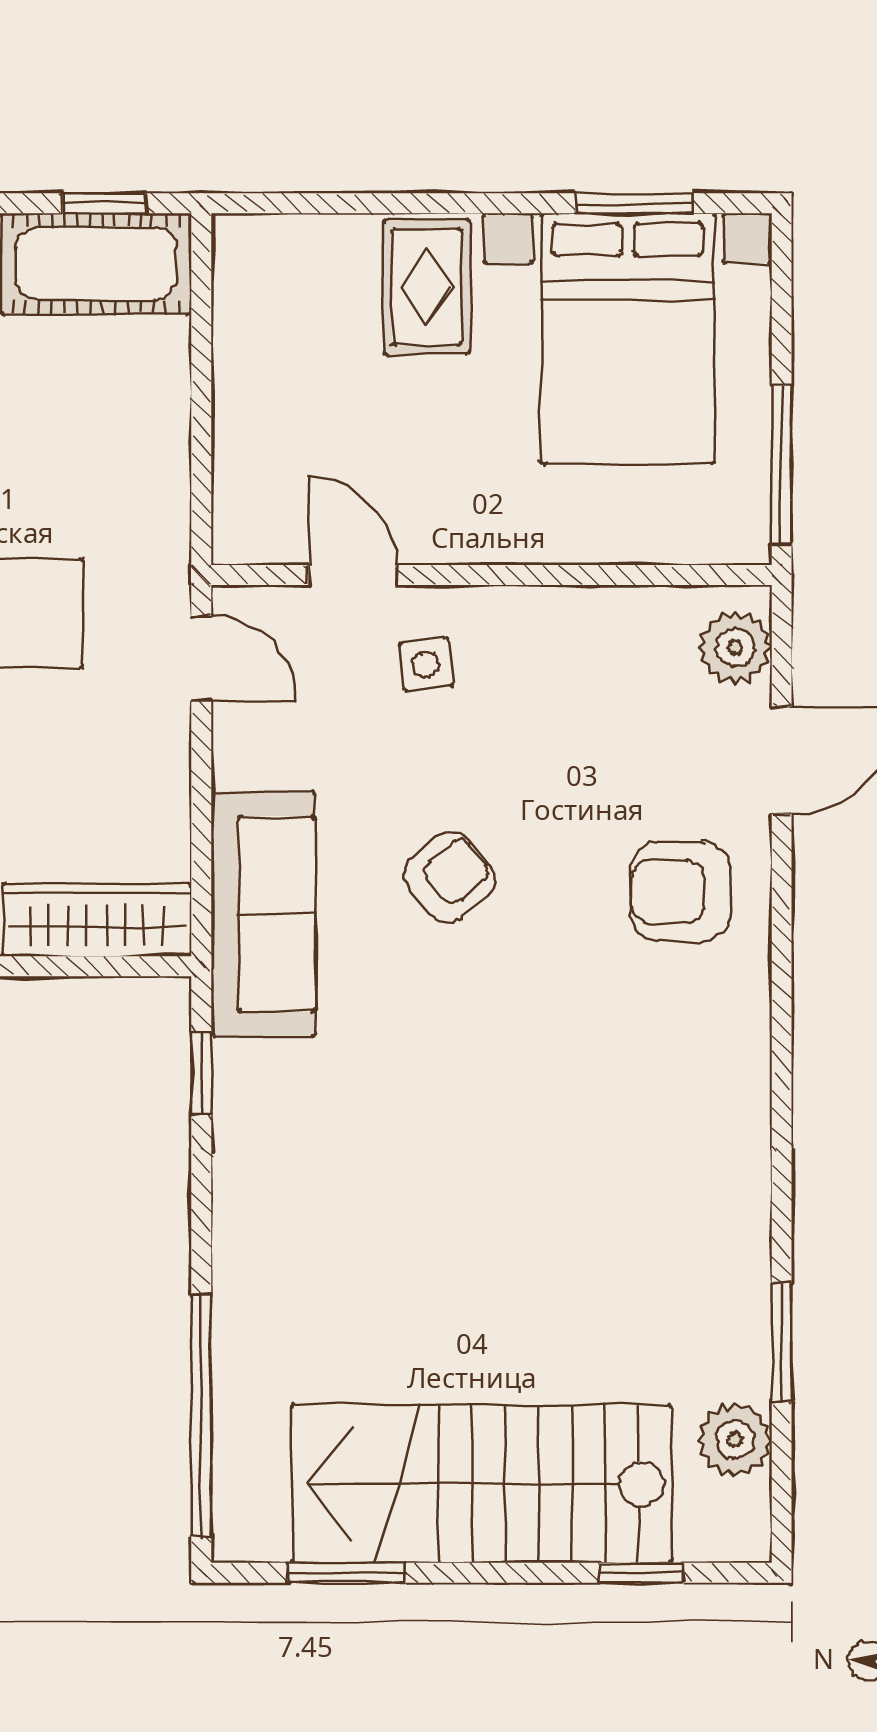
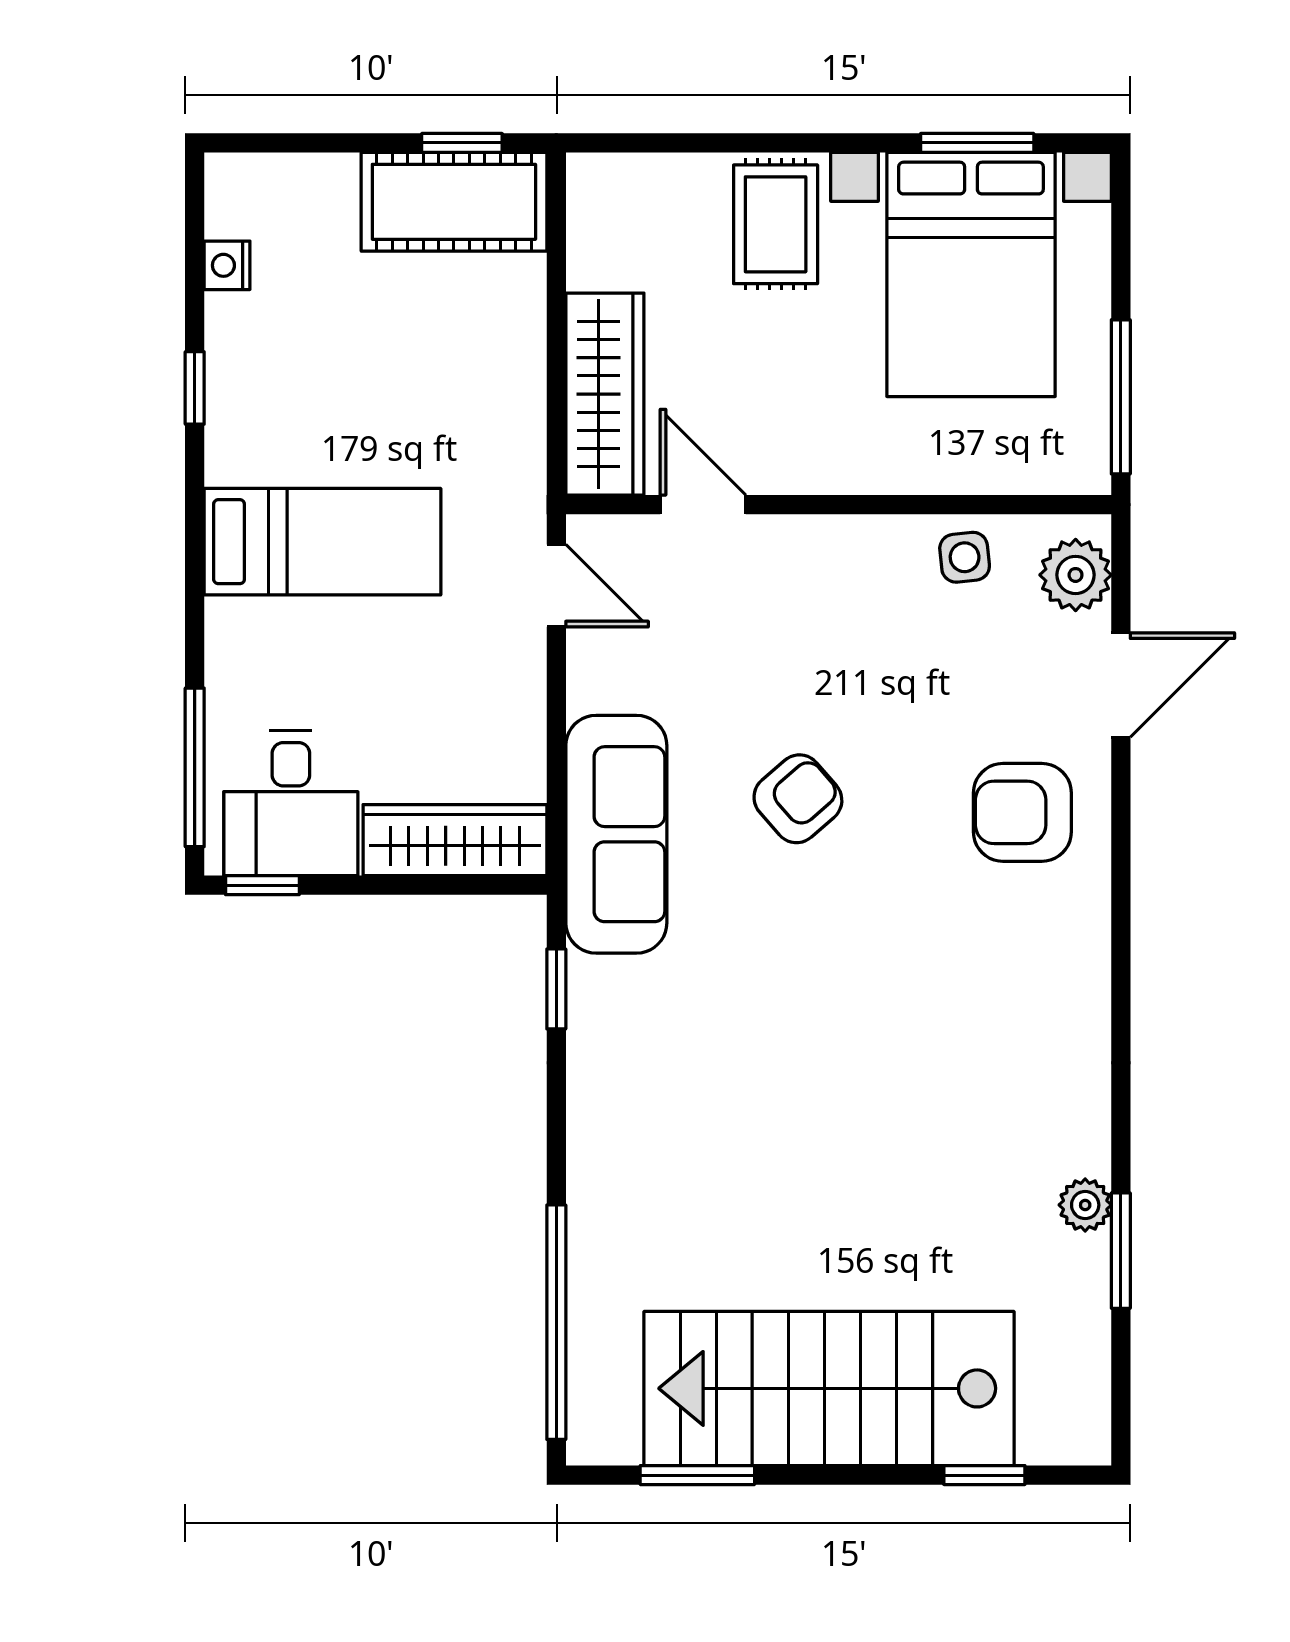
wardrobe: (251, 461) -> (605, 394), added
side table: (426, 664) -> (965, 557), moved
plant: (735, 1440) -> (1085, 1205), moved, width x0.73, depth x0.73

